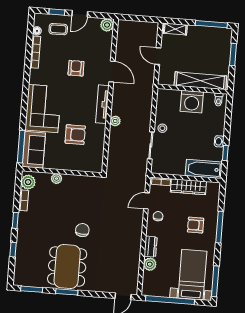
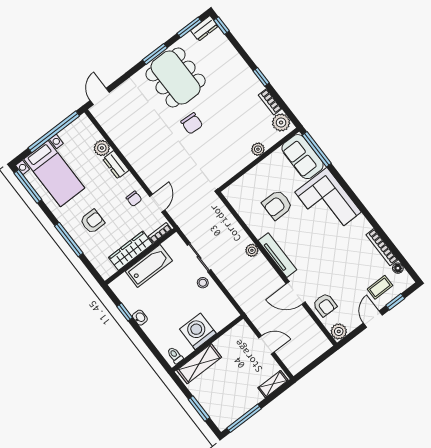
armchair: (76, 68) -> (325, 305), moved
shelving: (200, 81) -> (199, 364), width x0.68
bathtub: (204, 169) -> (149, 266), moved
window: (13, 250) -> (222, 26), moved
dresser: (23, 280) -> (204, 28), added

